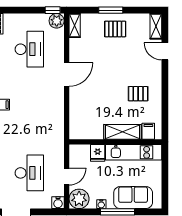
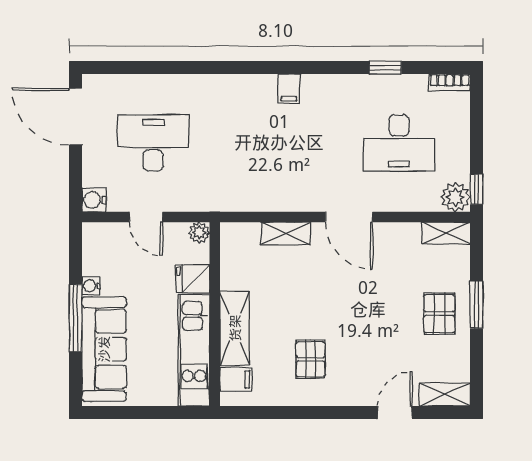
shelving: (75, 106) -> (286, 233), added
desk: (29, 173) -> (153, 143), turned 180
sofa: (133, 198) -> (104, 349), width x1.36
plant: (79, 199) -> (199, 233), moved, width x0.53, depth x0.53

